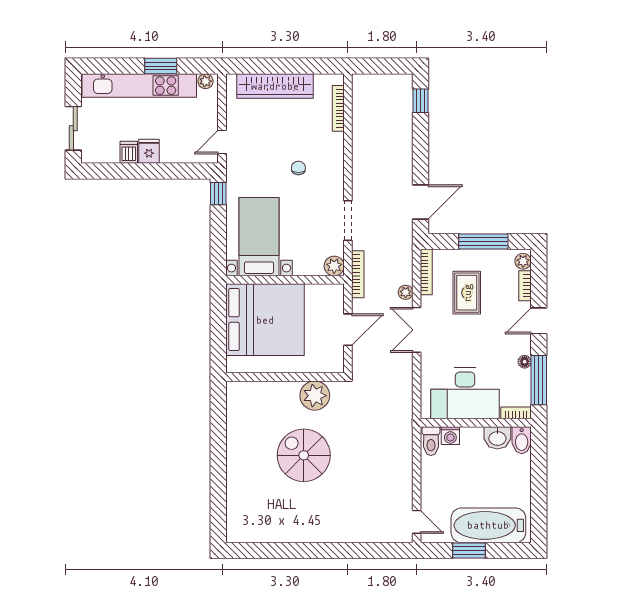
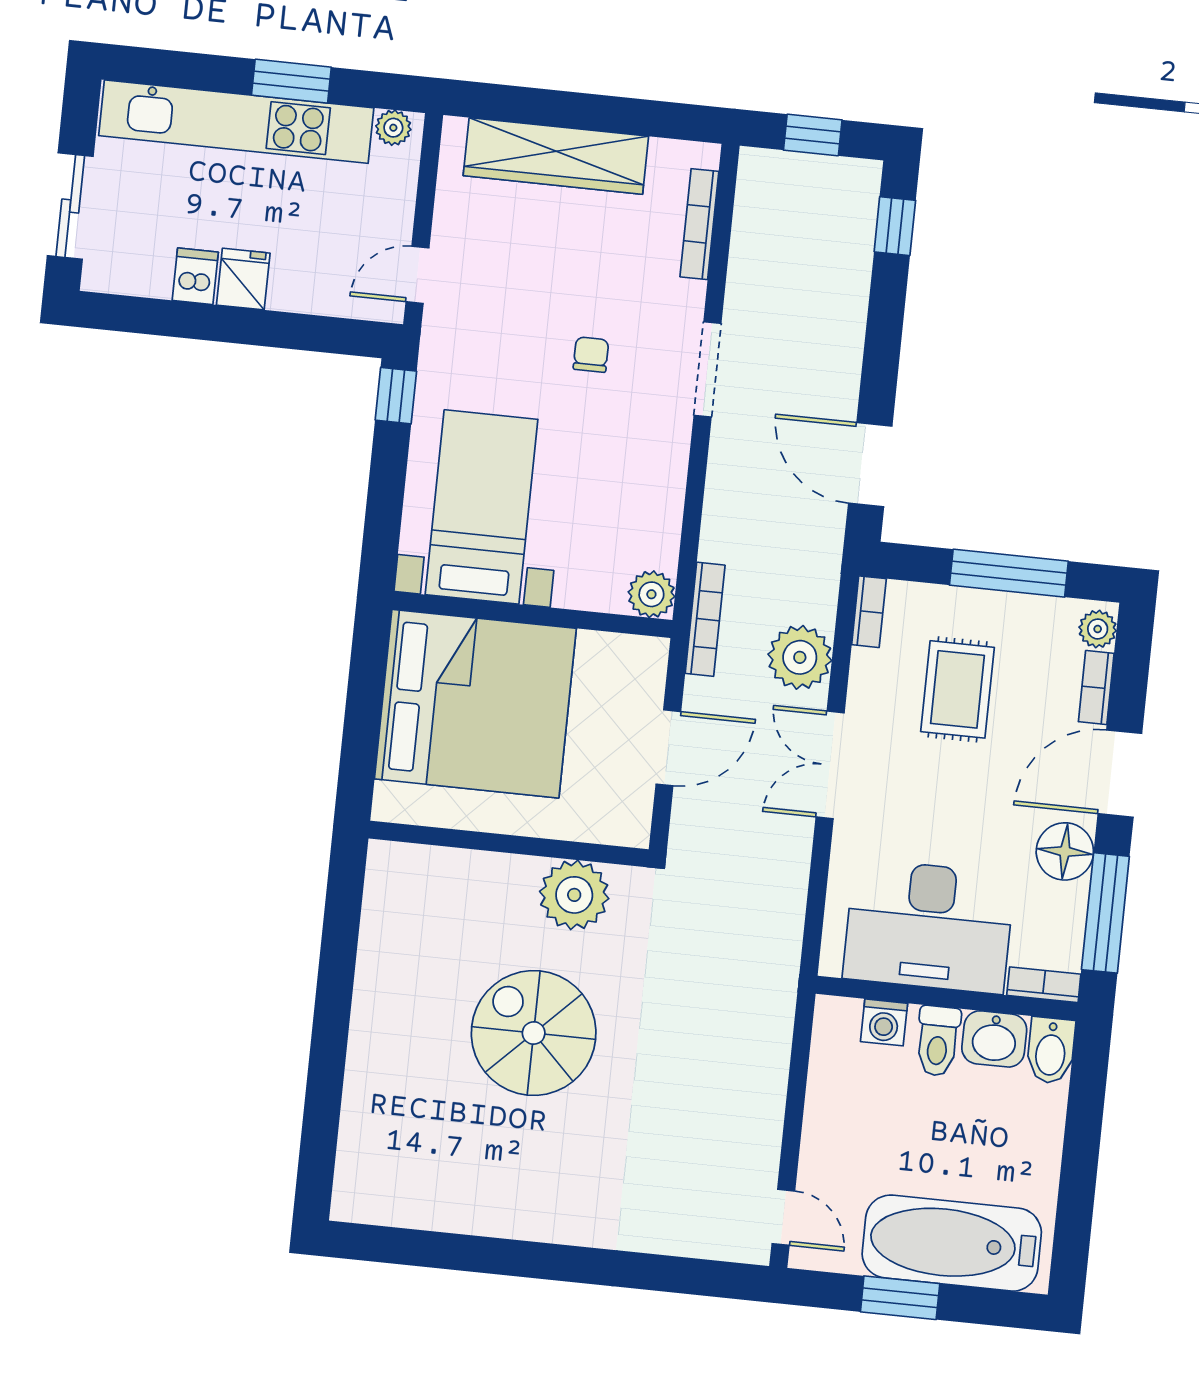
window: (382, 66) -> (813, 135), added
door: (420, 202) -> (870, 465), swing flipped
doorway: (348, 221) -> (707, 369), moved
bookcase: (426, 272) -> (869, 612), width x0.64
plant: (406, 292) -> (800, 657), width x1.88, depth x1.88
door: (539, 321) -> (1120, 774), width x1.38
floor lamp: (525, 362) -> (1065, 851), width x1.89, depth x1.89
toilet: (431, 441) -> (938, 1041), moved

